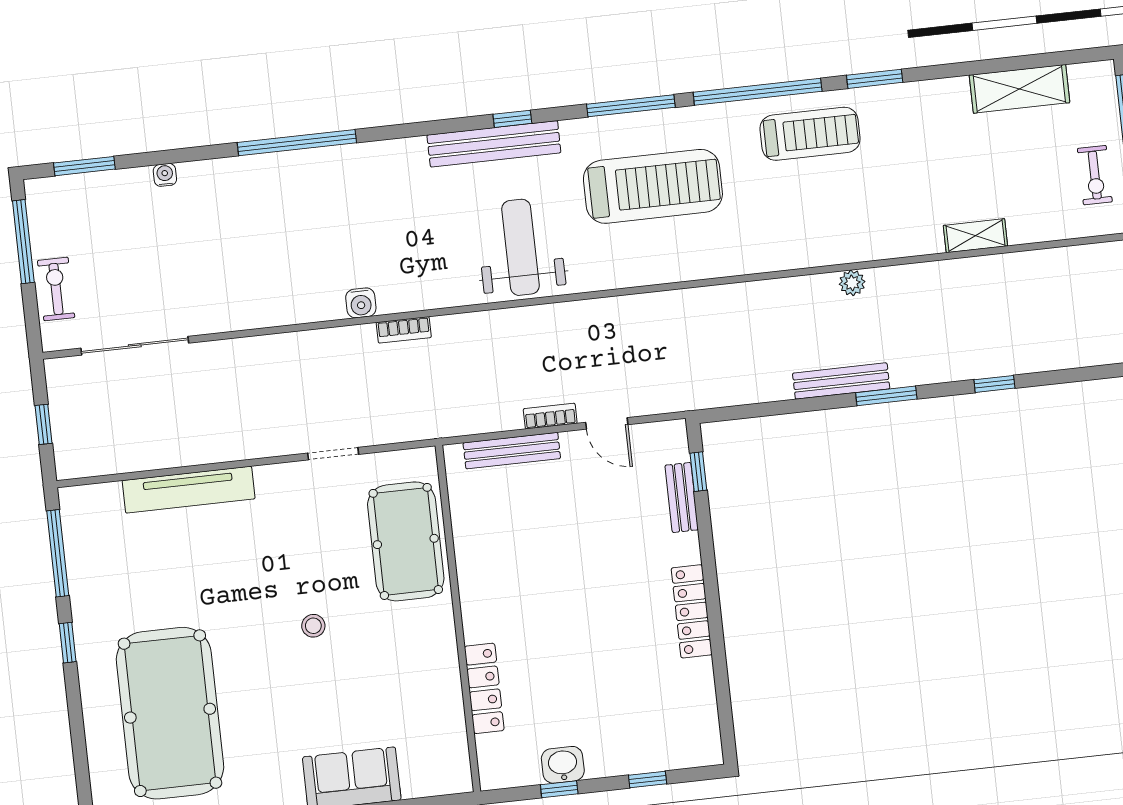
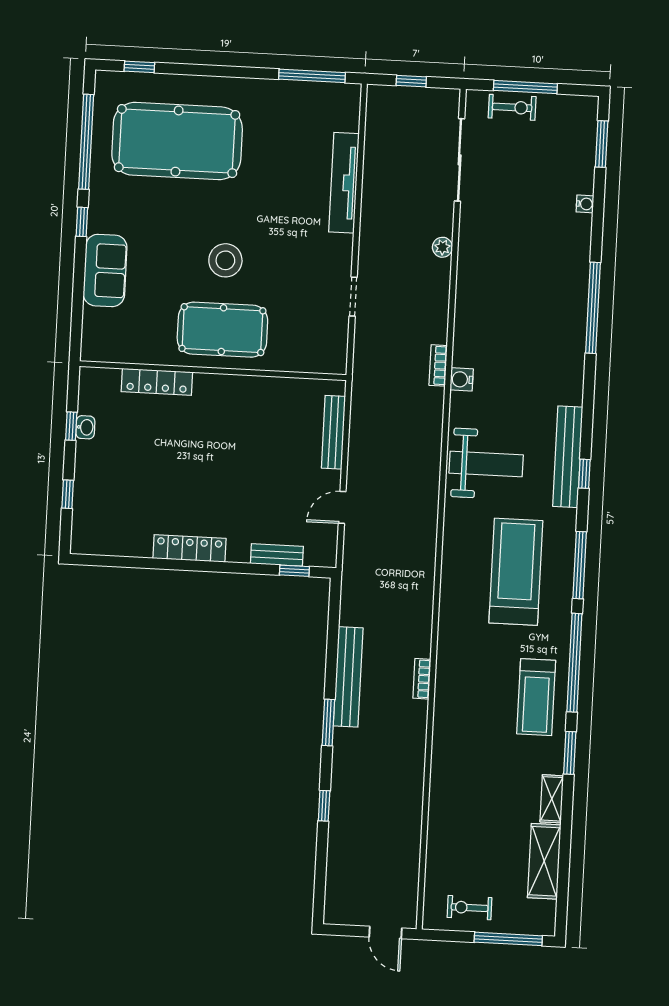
treadmill: (653, 186) -> (516, 572), turned 180
shelving: (975, 236) -> (552, 799), moved
window: (23, 242) -> (525, 87), moved
plant: (852, 283) -> (442, 247), moved
water cooler: (361, 303) -> (462, 379), moved
bench: (841, 381) -> (348, 677), width x1.37, depth x1.21
bookcase: (550, 416) -> (422, 679), moved, turned 180
pool table: (406, 541) -> (222, 330), moved
stool: (313, 626) -> (225, 260), width x1.89, depth x1.89
window: (68, 643) -> (139, 67), moved
washbasin: (563, 765) -> (85, 427), width x0.72, depth x0.69

